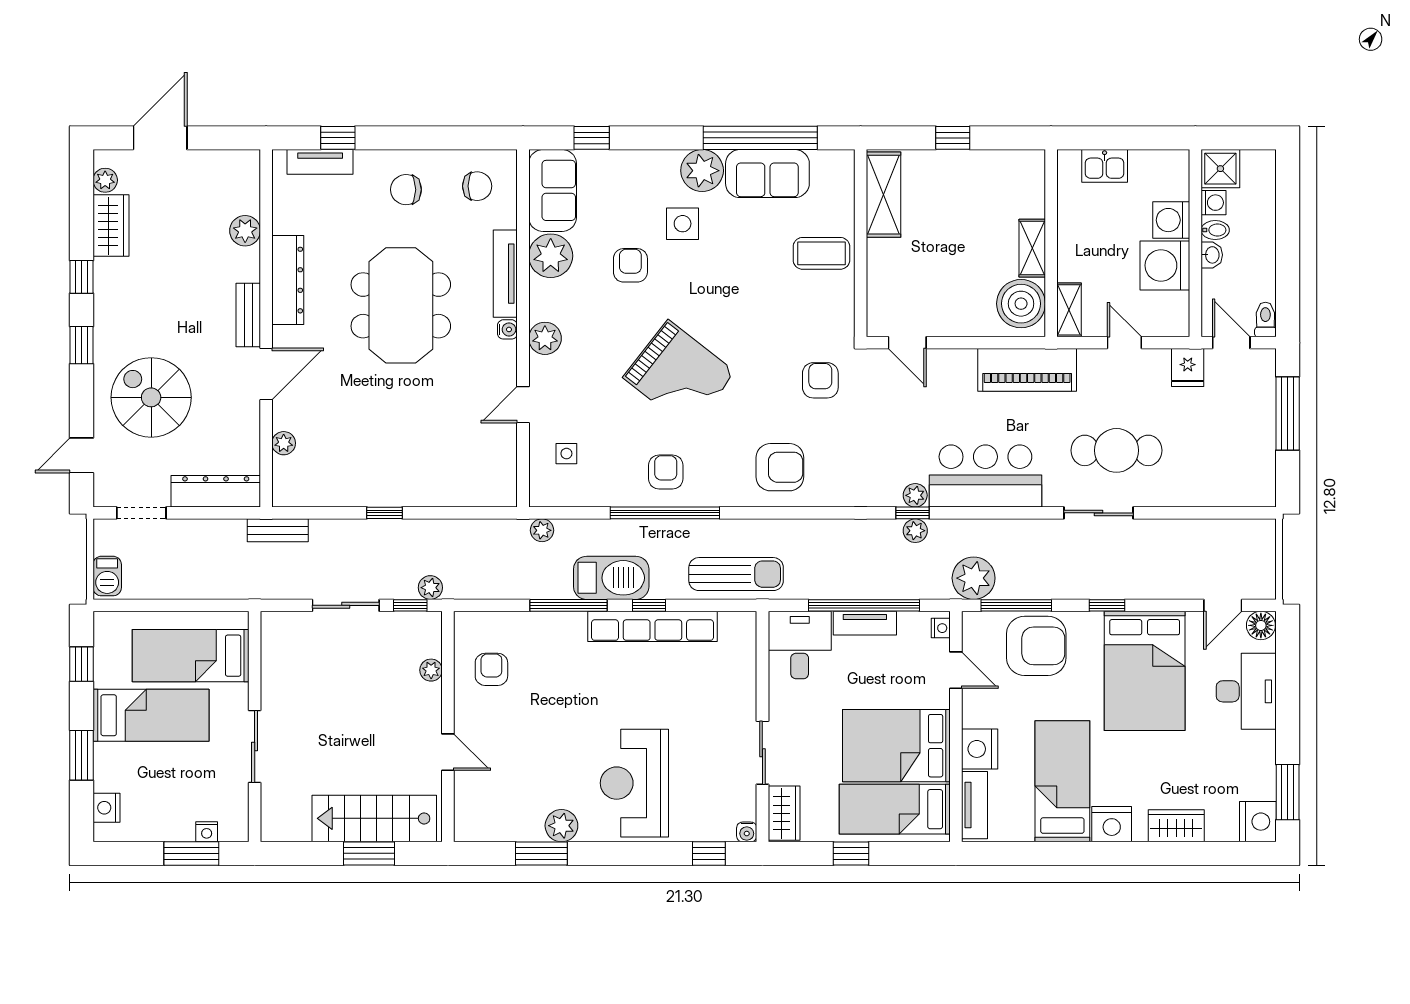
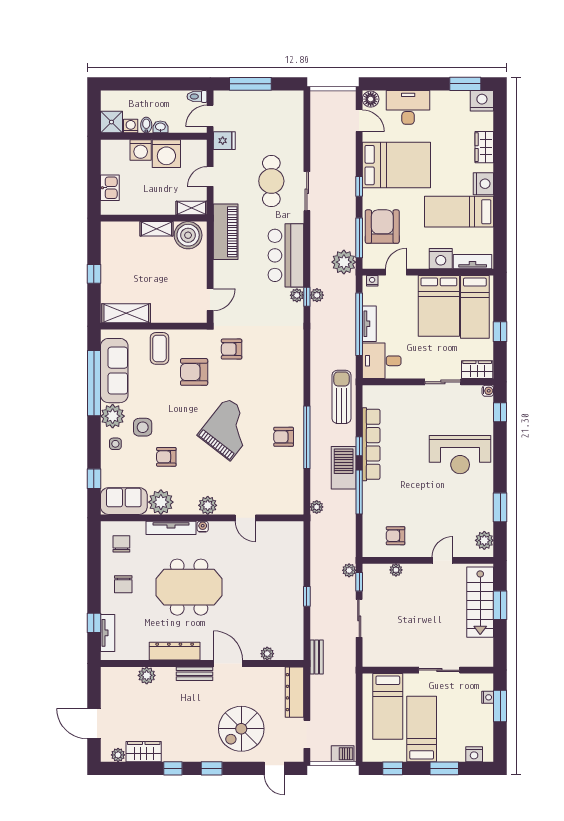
sofa: (767, 174) -> (114, 371), width x1.36
side table: (566, 454) -> (115, 444), moved
armchair: (780, 467) -> (194, 372), moved, turned -90
plant: (561, 826) -> (484, 540), moved

